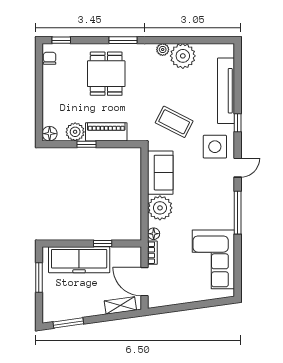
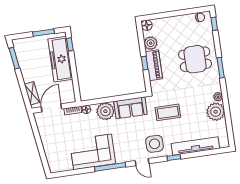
coffee table: (174, 122) -> (168, 112), turned 63
window: (87, 144) -> (145, 63), moved
window: (103, 243) -> (70, 44), moved
corner sofa: (213, 259) -> (93, 152), moved

